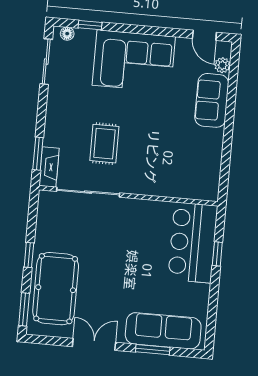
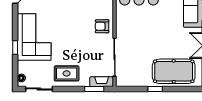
window: (90, 25) -> (15, 48), moved
rug: (104, 144) -> (67, 73), moved
armchair: (141, 176) -> (102, 26), added
window: (24, 309) -> (188, 89), removed

